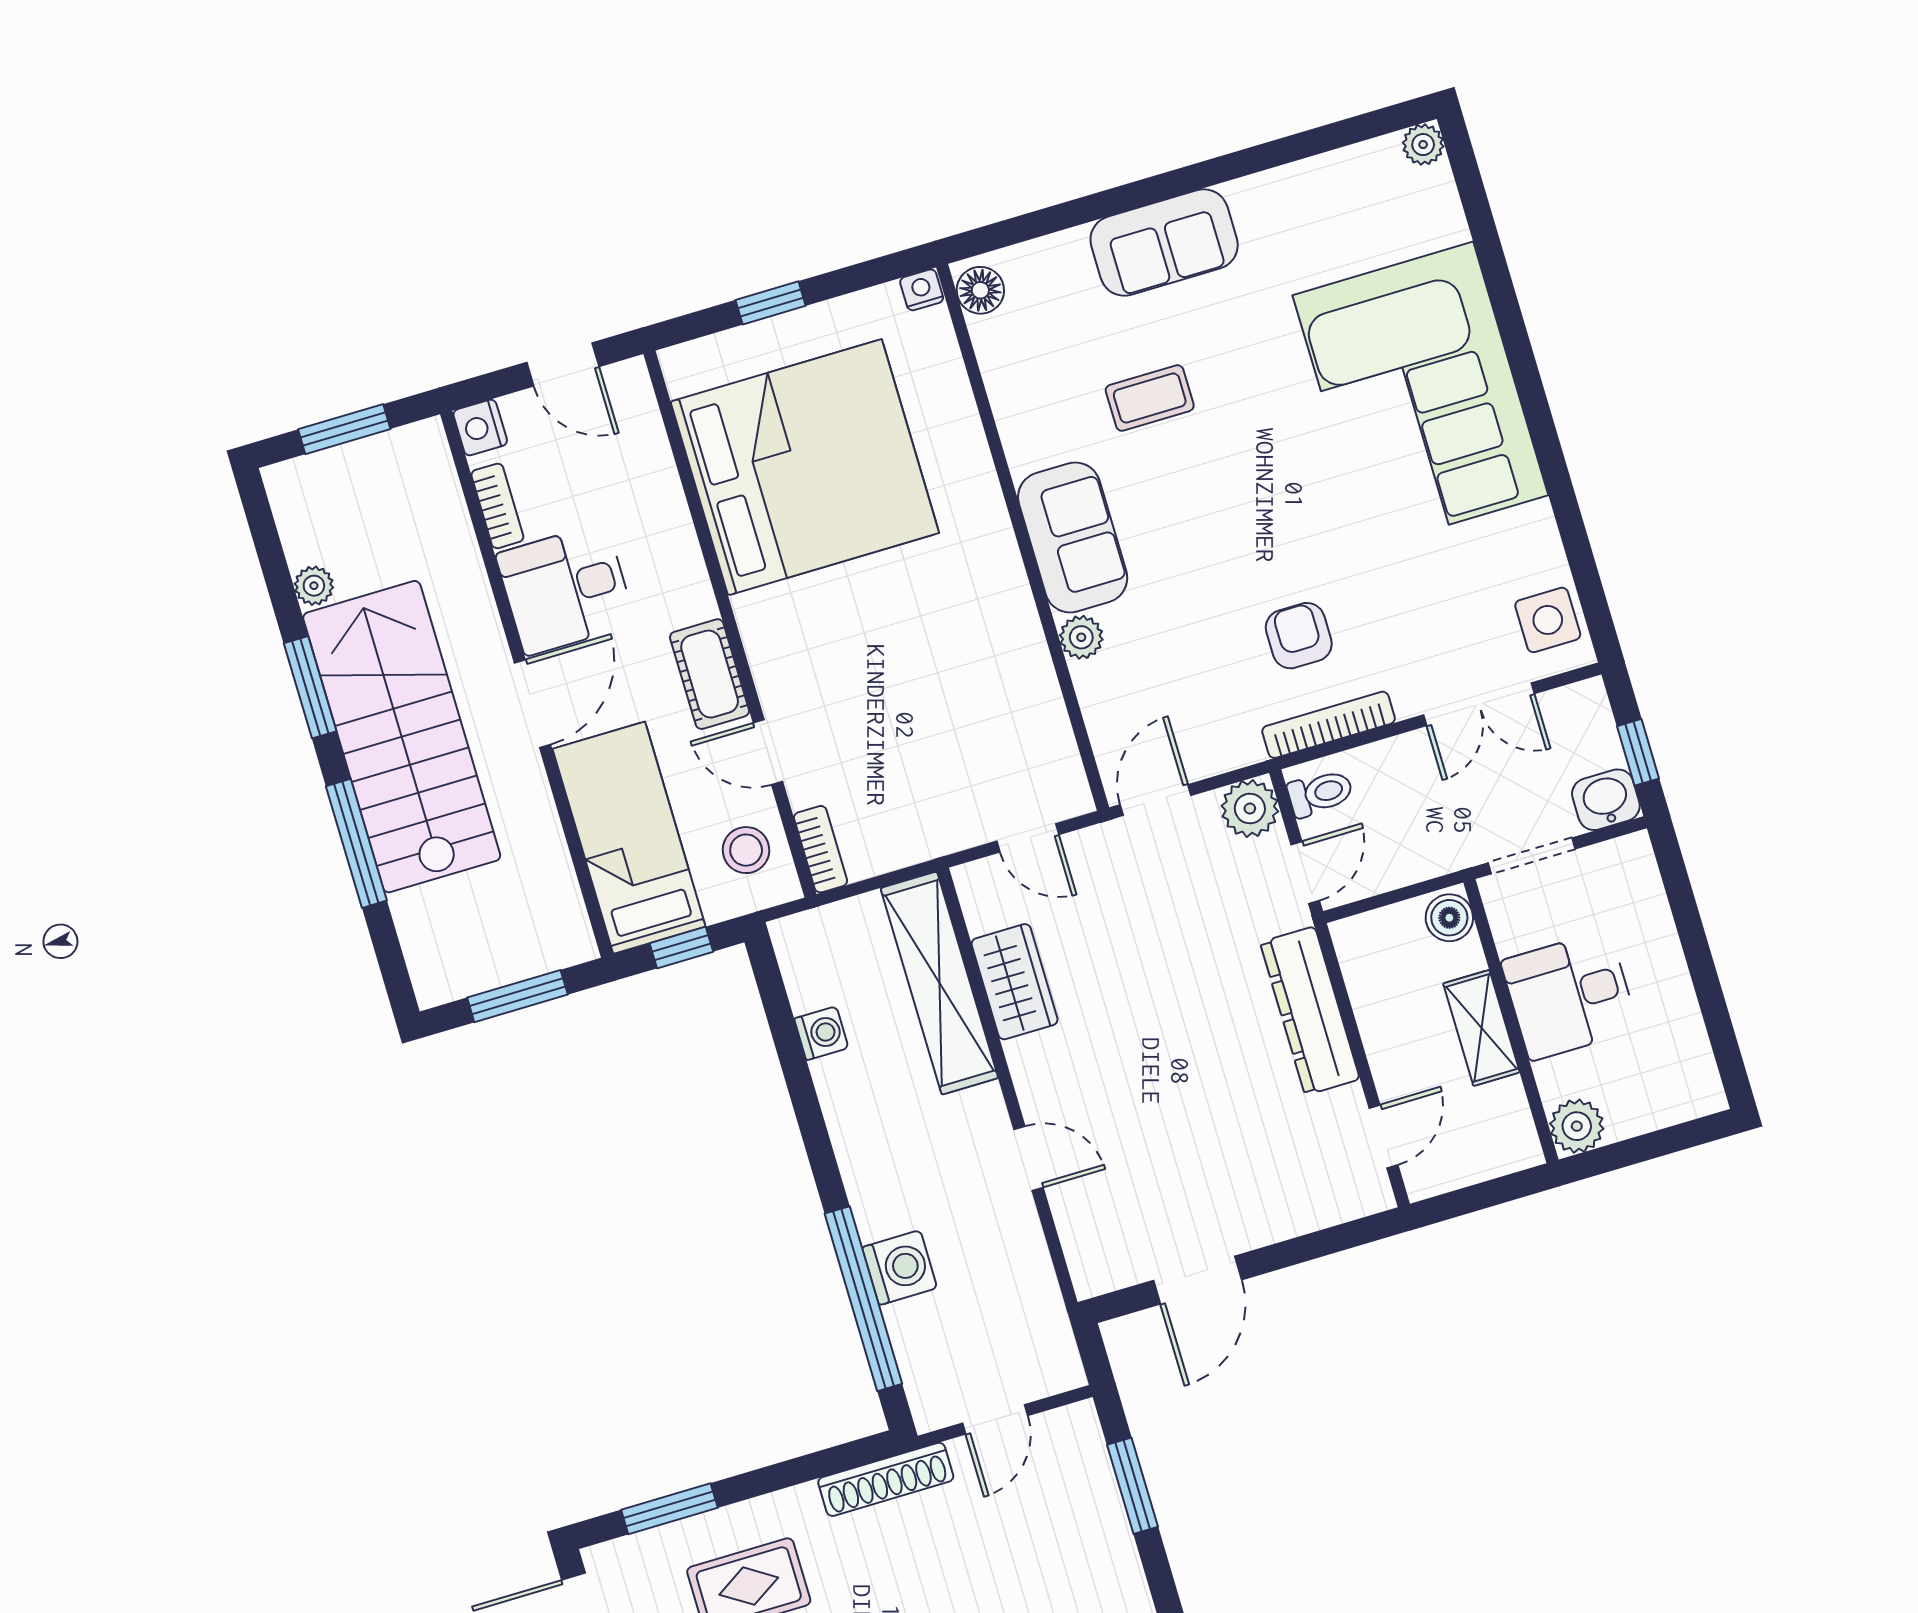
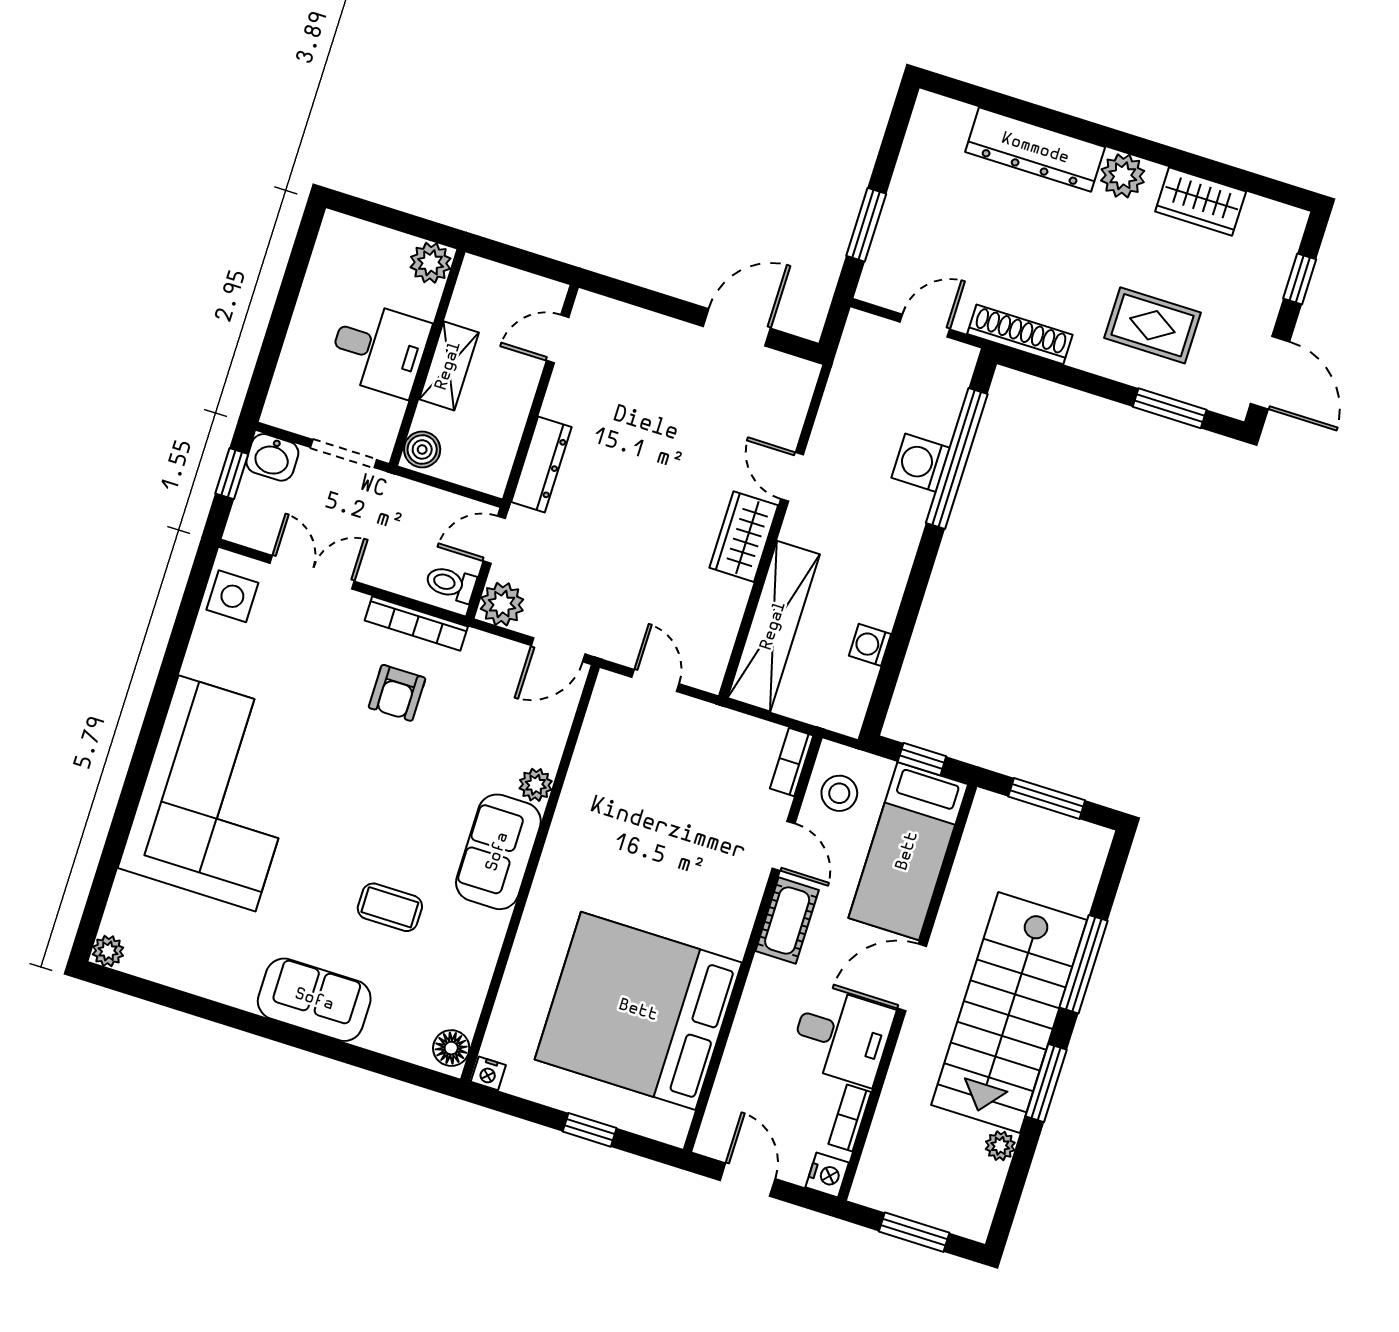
wardrobe: (1015, 982) -> (744, 537), moved
dresser: (1310, 1011) -> (541, 464), width x0.73, depth x0.80

